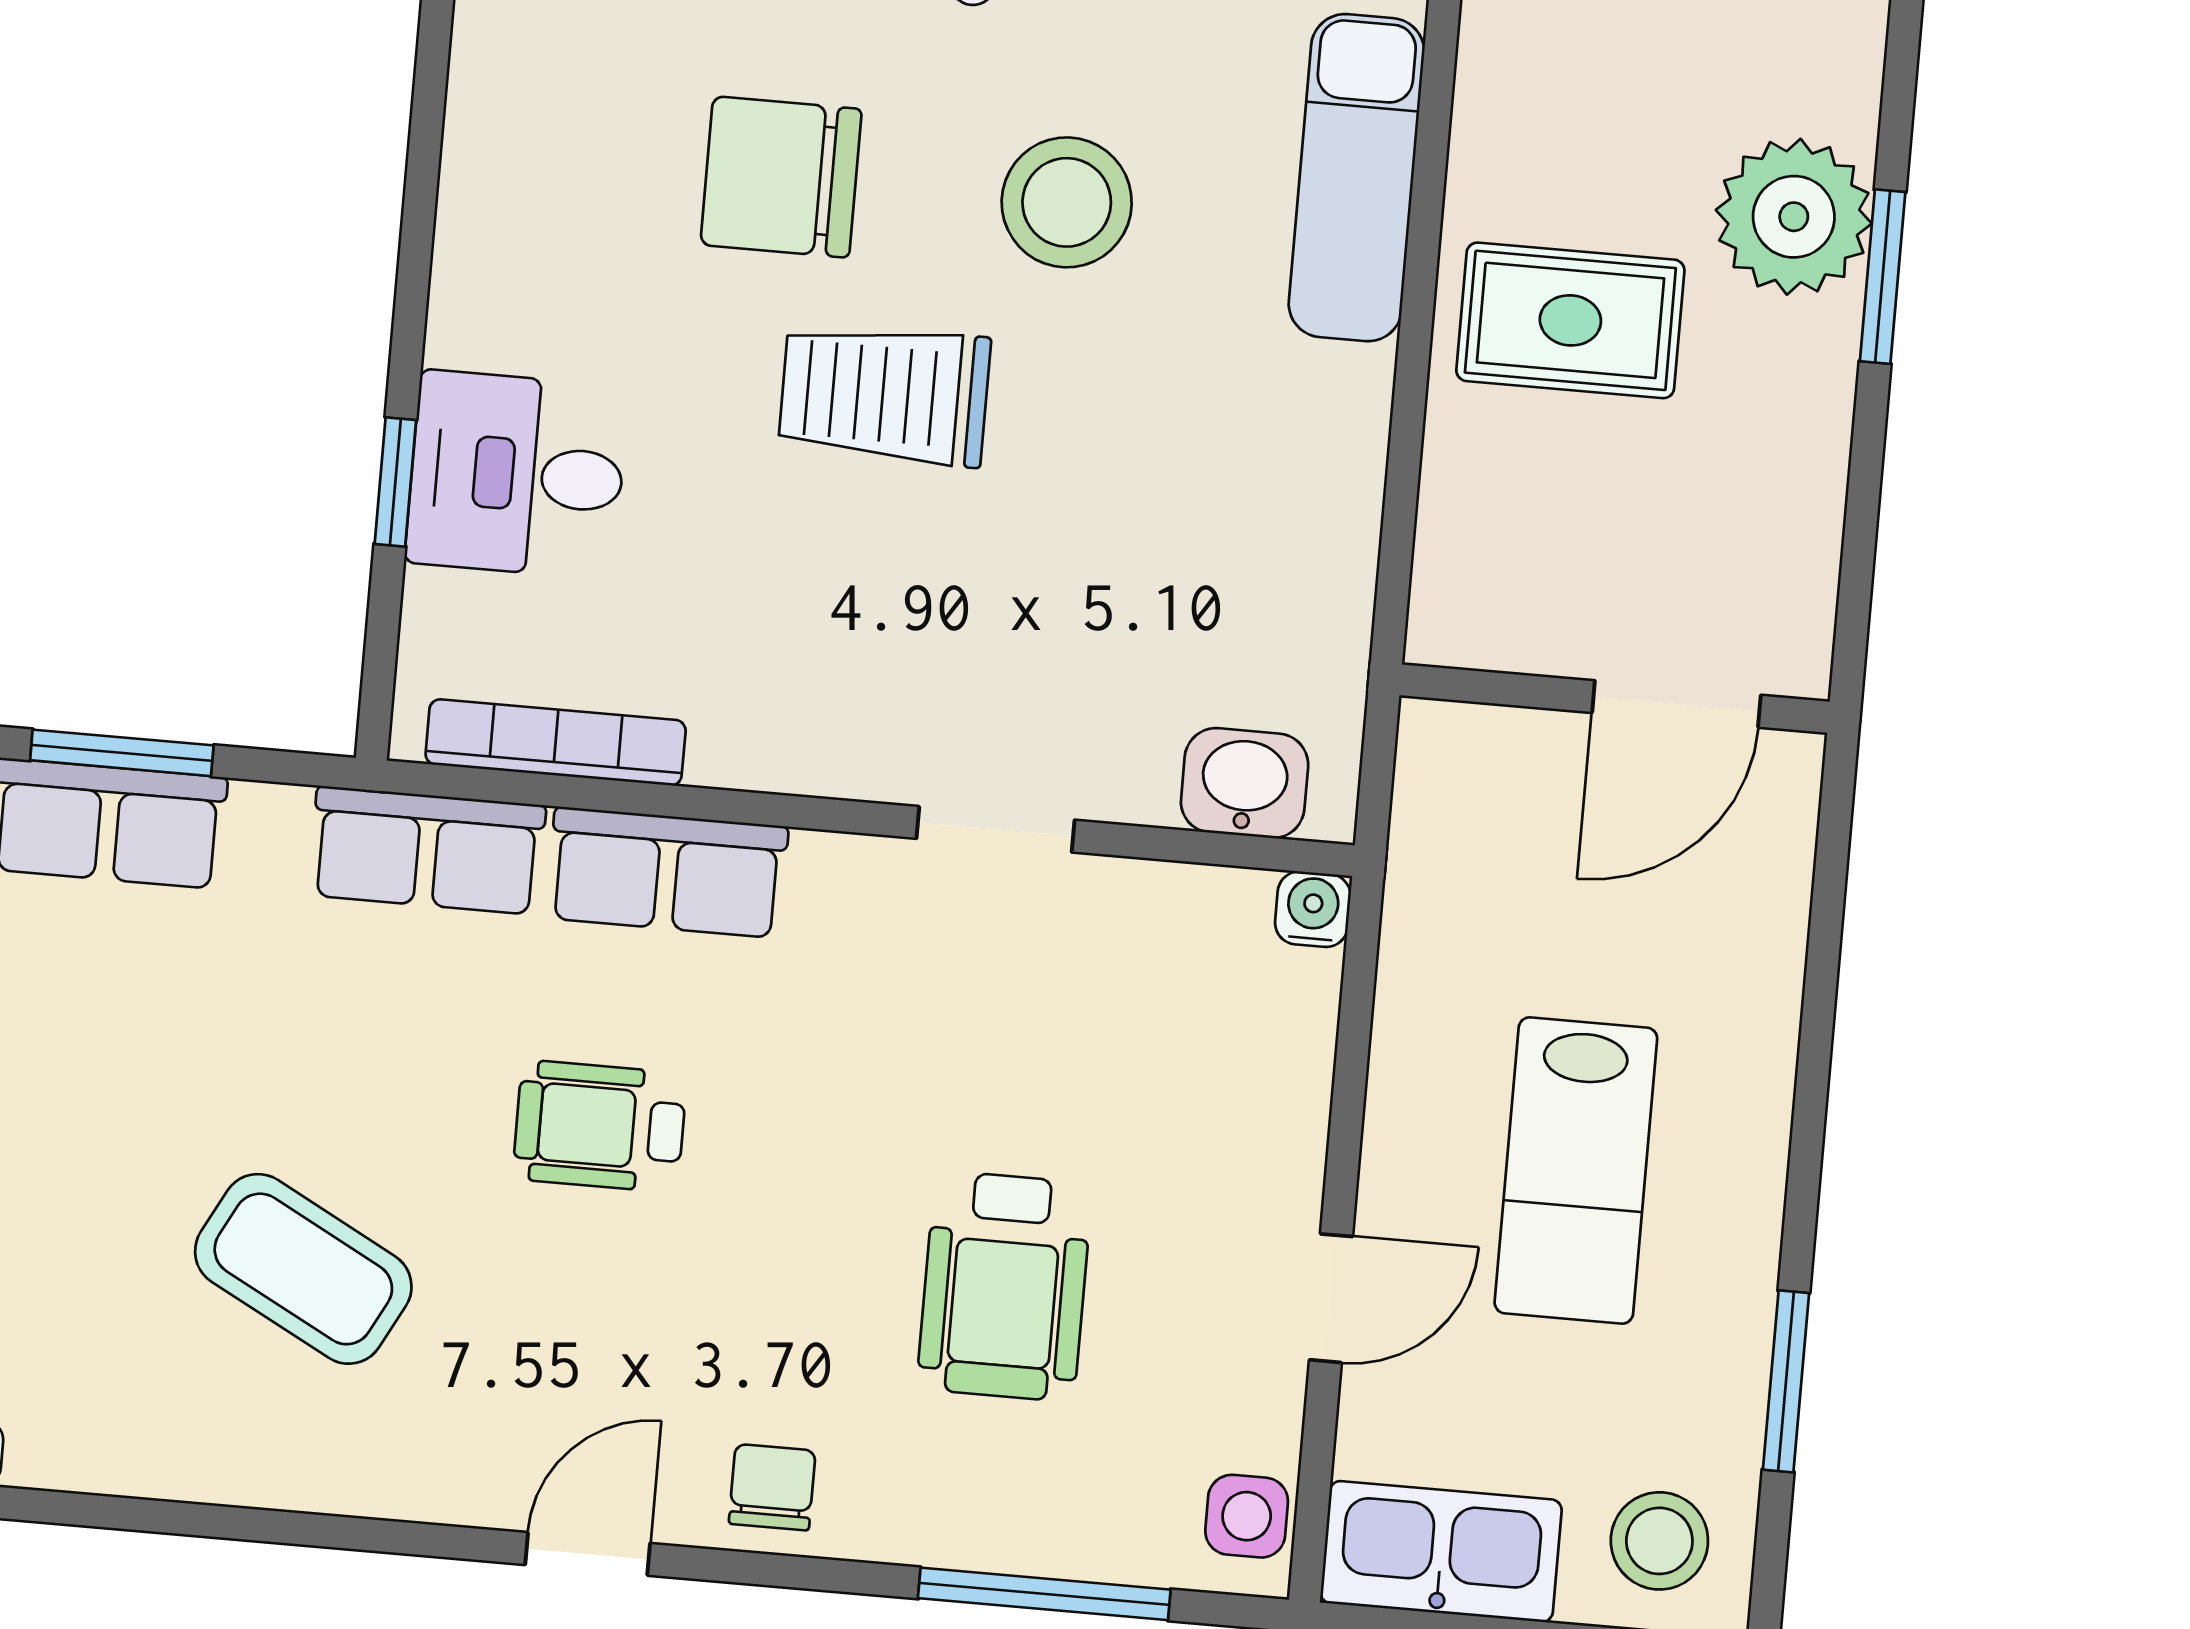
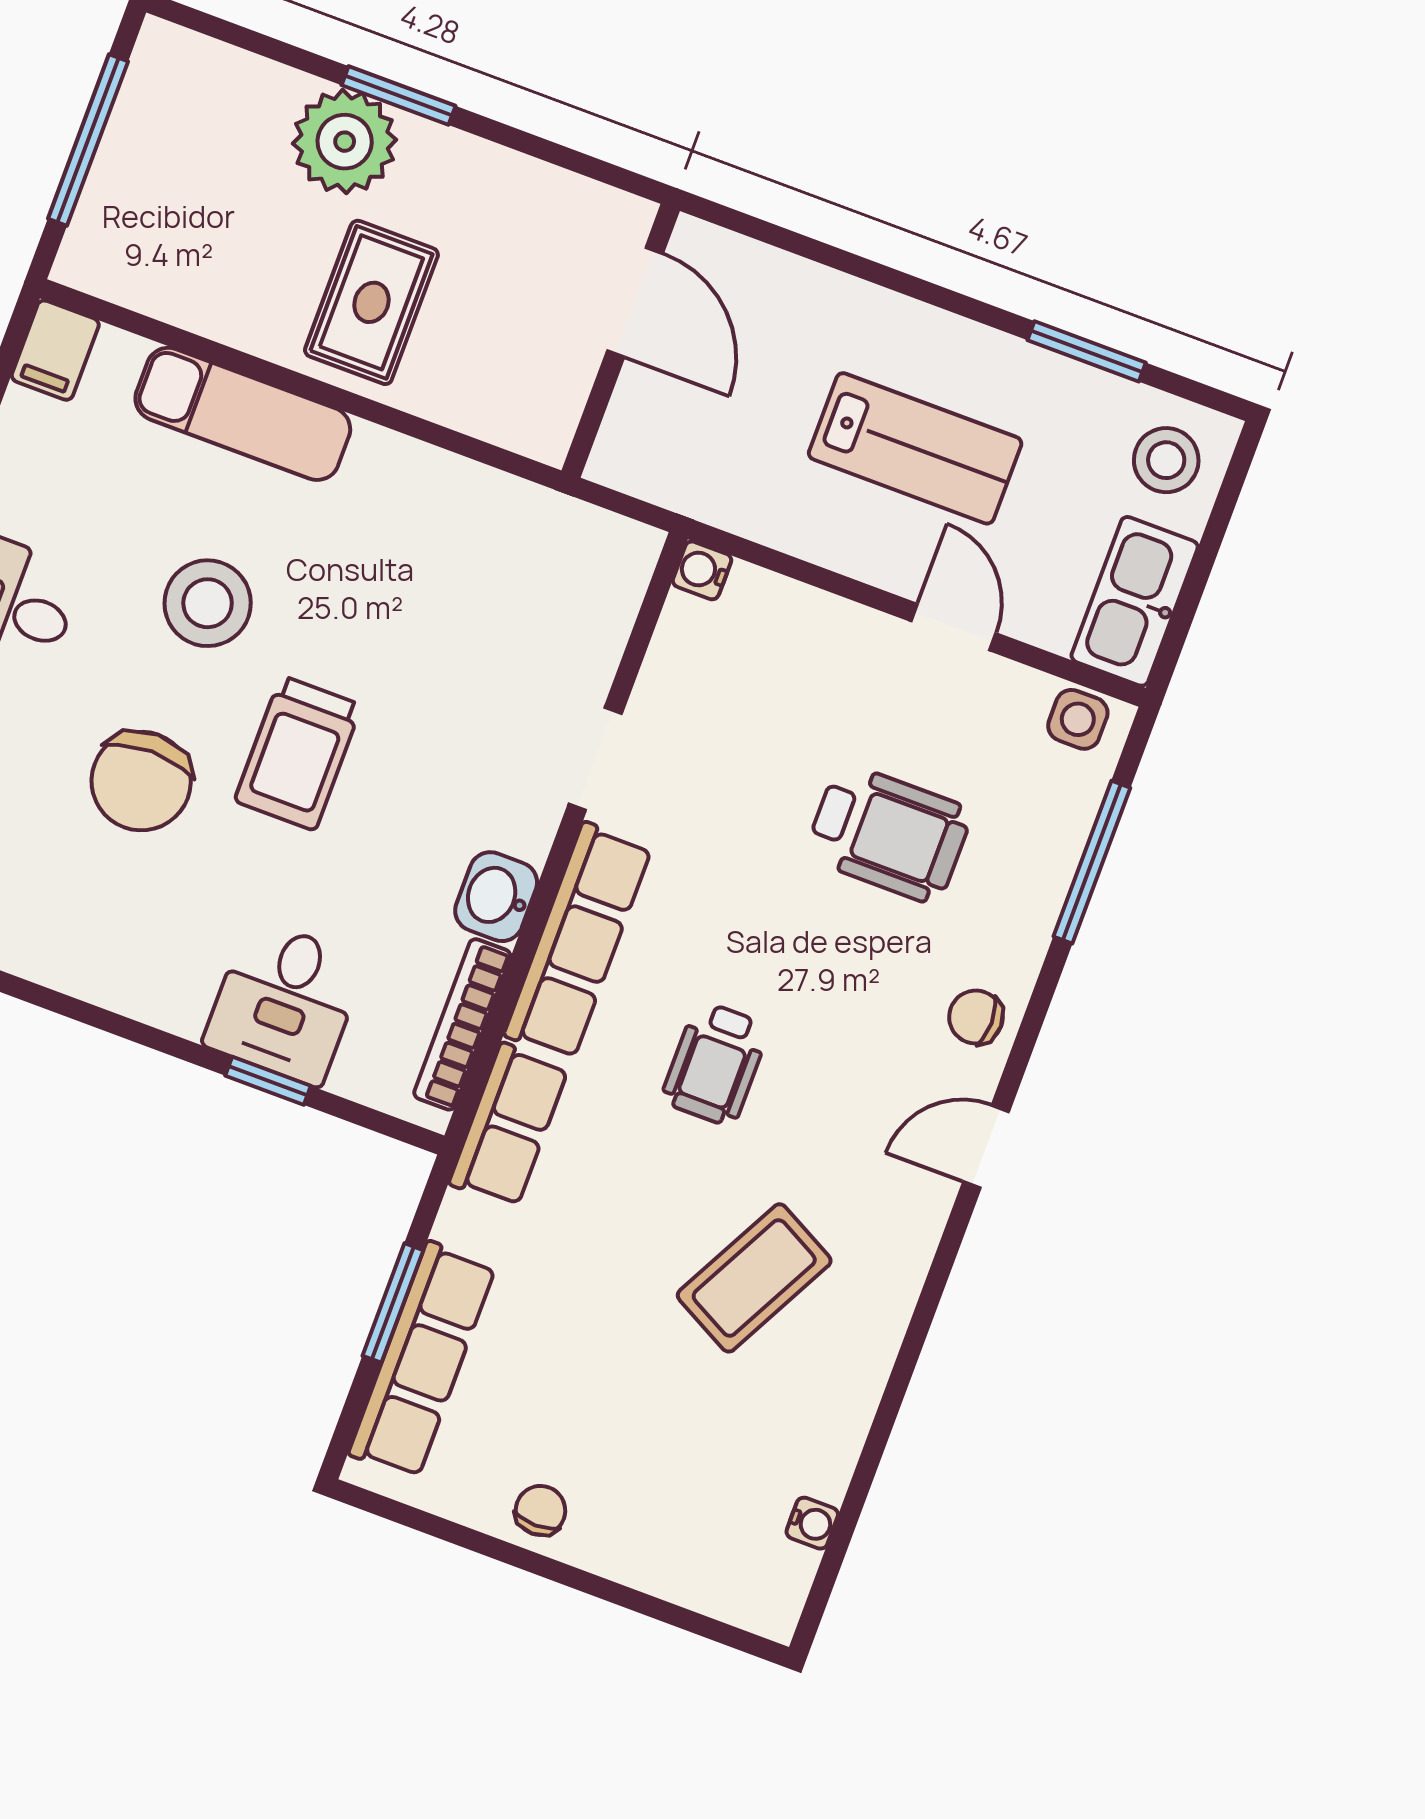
washbasin: (1245, 783) -> (496, 897), moved
row of seats: (667, 872) -> (578, 941), width x1.48
door: (588, 1554) -> (986, 1147), hinge flipped

